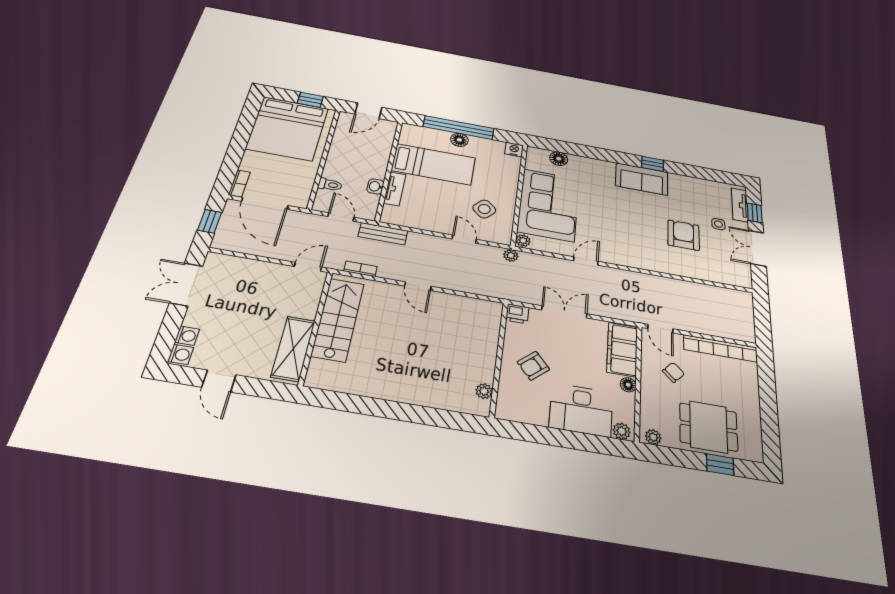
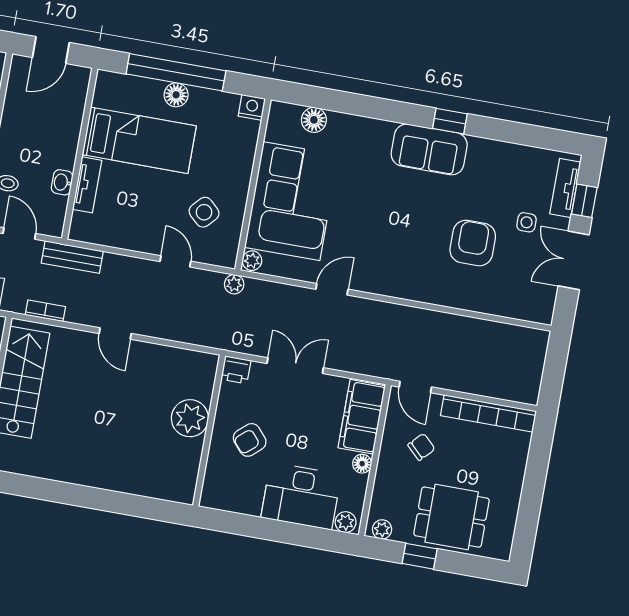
plant: (484, 391) -> (190, 418), moved, width x1.87, depth x1.87
window: (720, 465) -> (420, 556), moved

